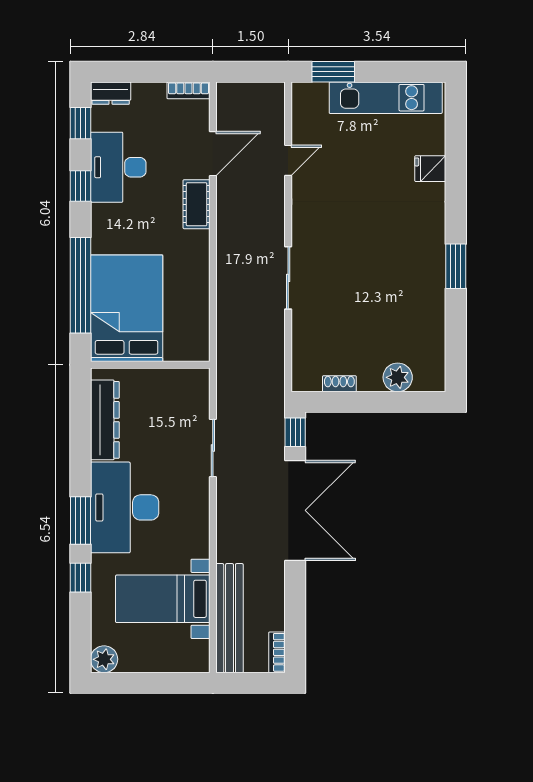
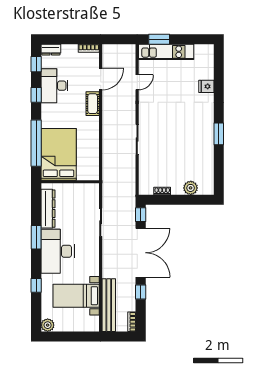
kitchen unit: (386, 98) -> (166, 52), moved
window: (80, 520) -> (36, 237), moved
window: (295, 591) -> (141, 292), added

